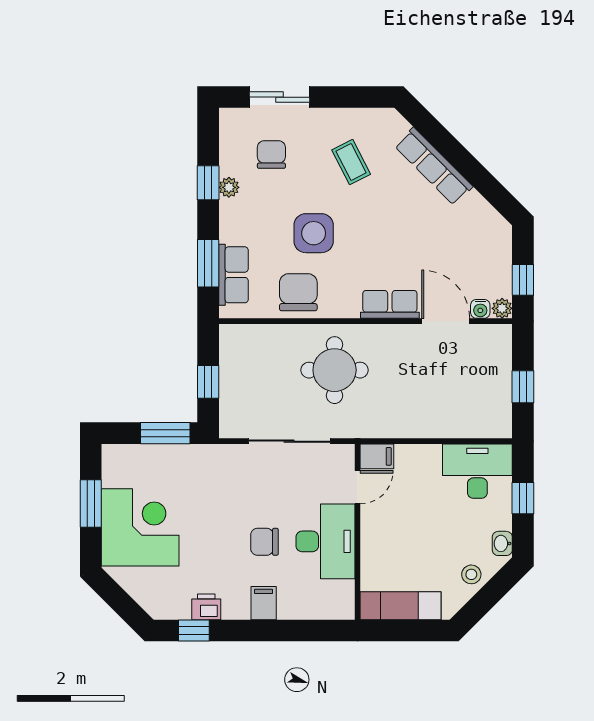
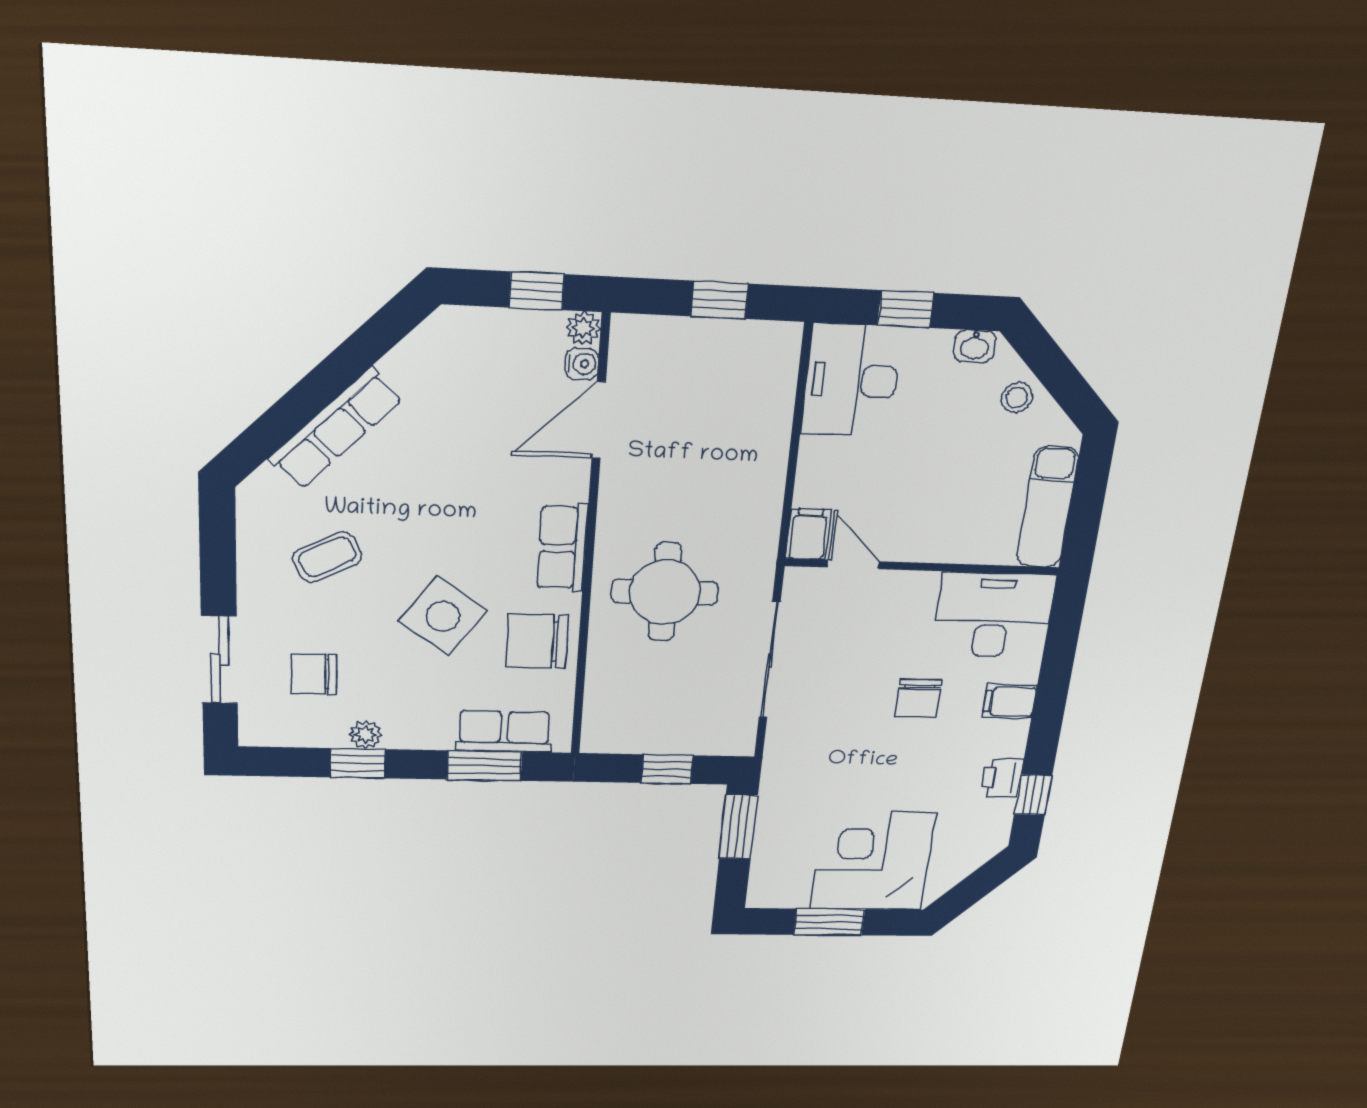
side table: (314, 233) -> (443, 616), turned 36
row of seats: (390, 304) -> (562, 548), moved
desk: (325, 541) -> (993, 615), moved

